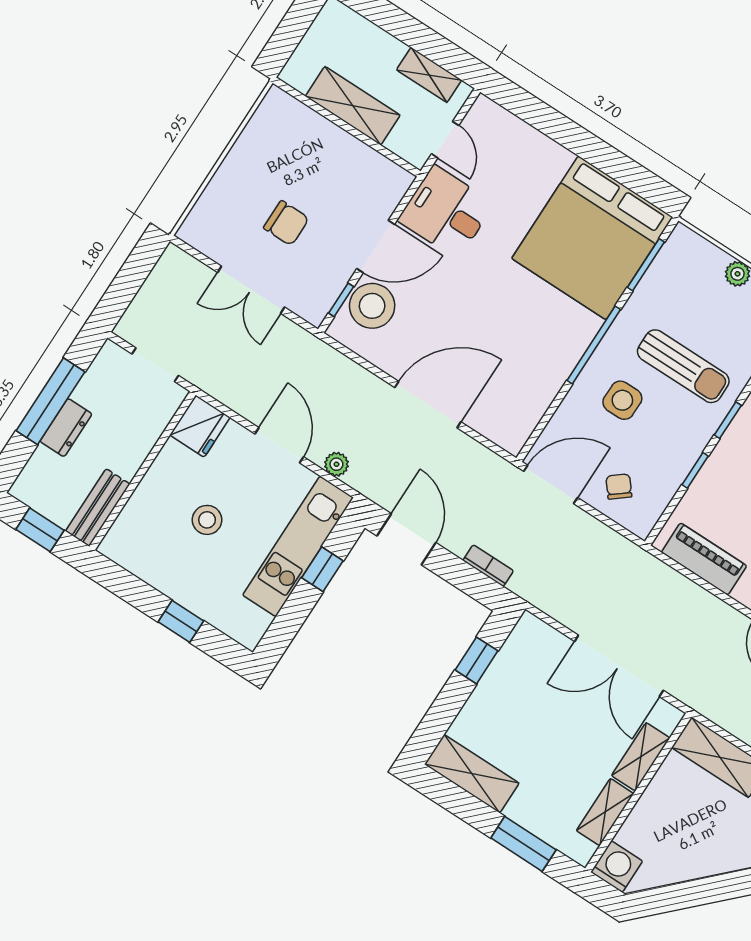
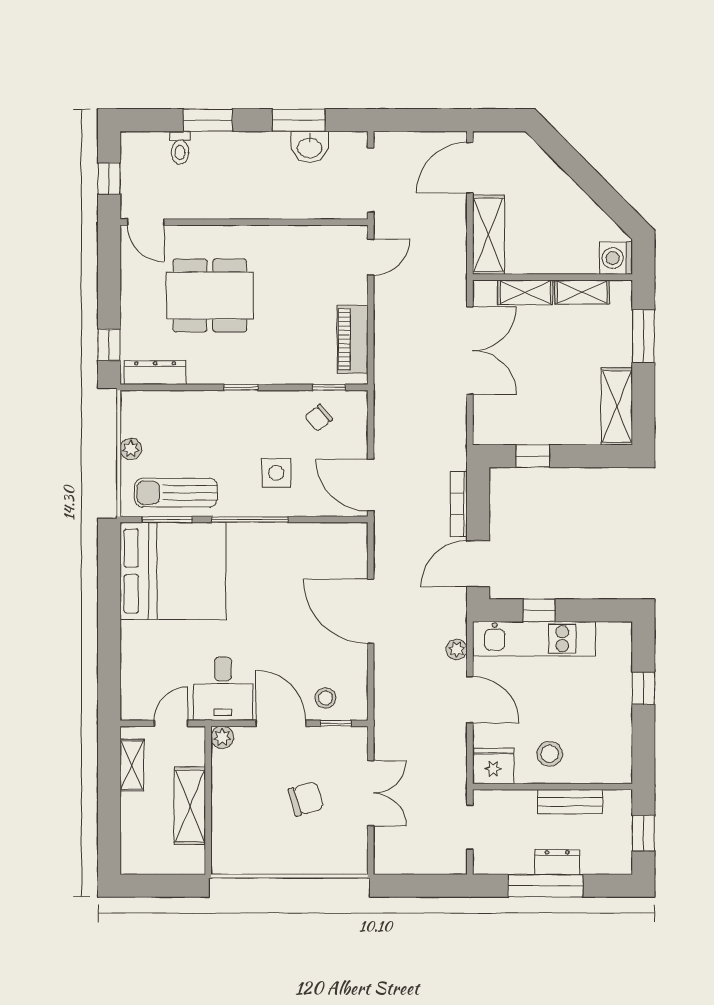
plant: (399, 181) -> (222, 737), added
chair: (286, 223) -> (306, 799), turned 74
stool: (372, 306) -> (325, 698), width x0.53, depth x0.53
sun lounger: (683, 366) -> (176, 493), moved, turned -90
door: (279, 445) -> (470, 700), swing flipped
window: (695, 470) -> (329, 387), moved
chair: (619, 487) -> (319, 418), moved
bench: (98, 508) -> (570, 802), moved
stool: (207, 520) -> (550, 754), moved
bookcase: (488, 566) -> (459, 504), width x1.56

